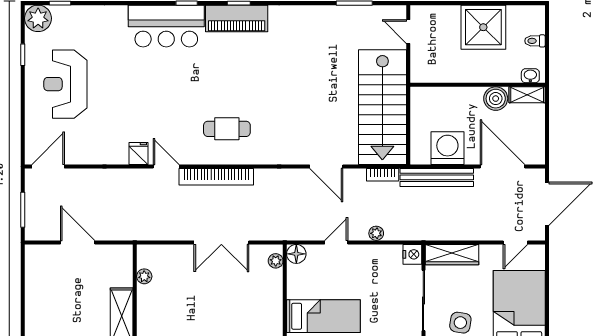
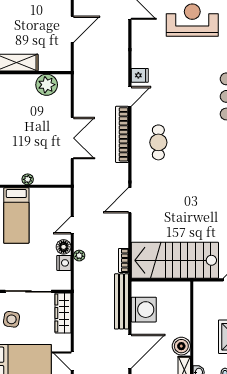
door: (326, 166) -> (130, 200), moved
double door: (221, 242) -> (72, 138), swing flipped
door: (336, 242) -> (72, 225), swing flipped
floor lamp: (296, 254) -> (64, 247), moved
nightstand: (412, 254) -> (64, 263), moved, turned -90
plant: (276, 261) -> (28, 179), moved
plant: (144, 276) -> (47, 85), width x1.88, depth x1.88

